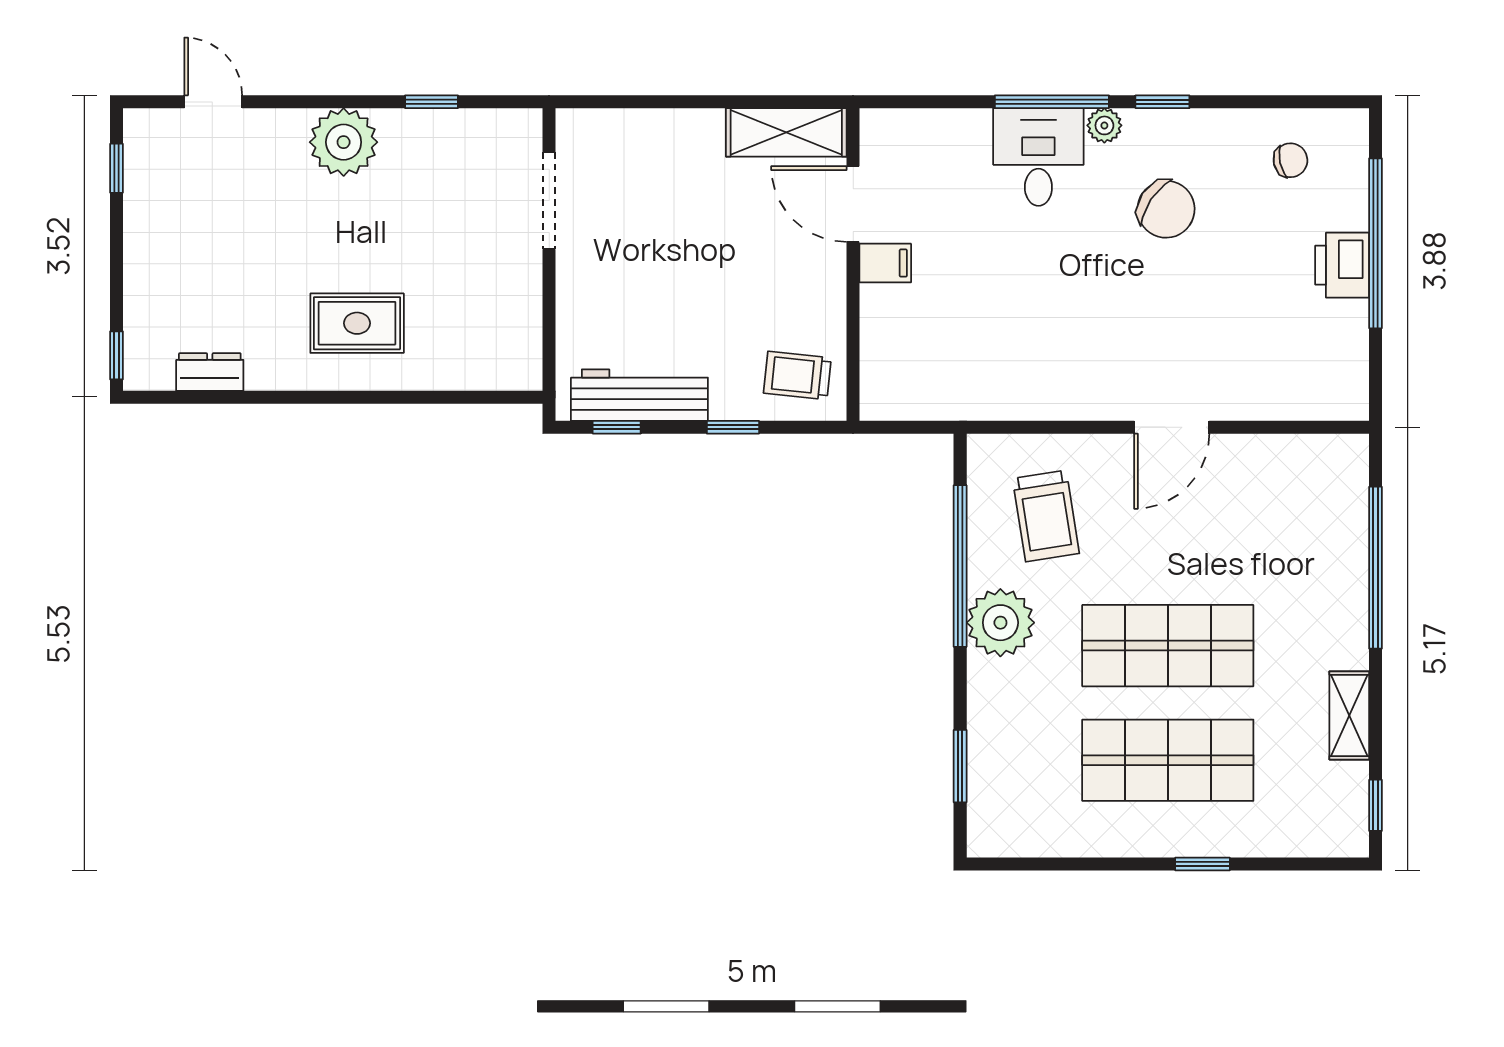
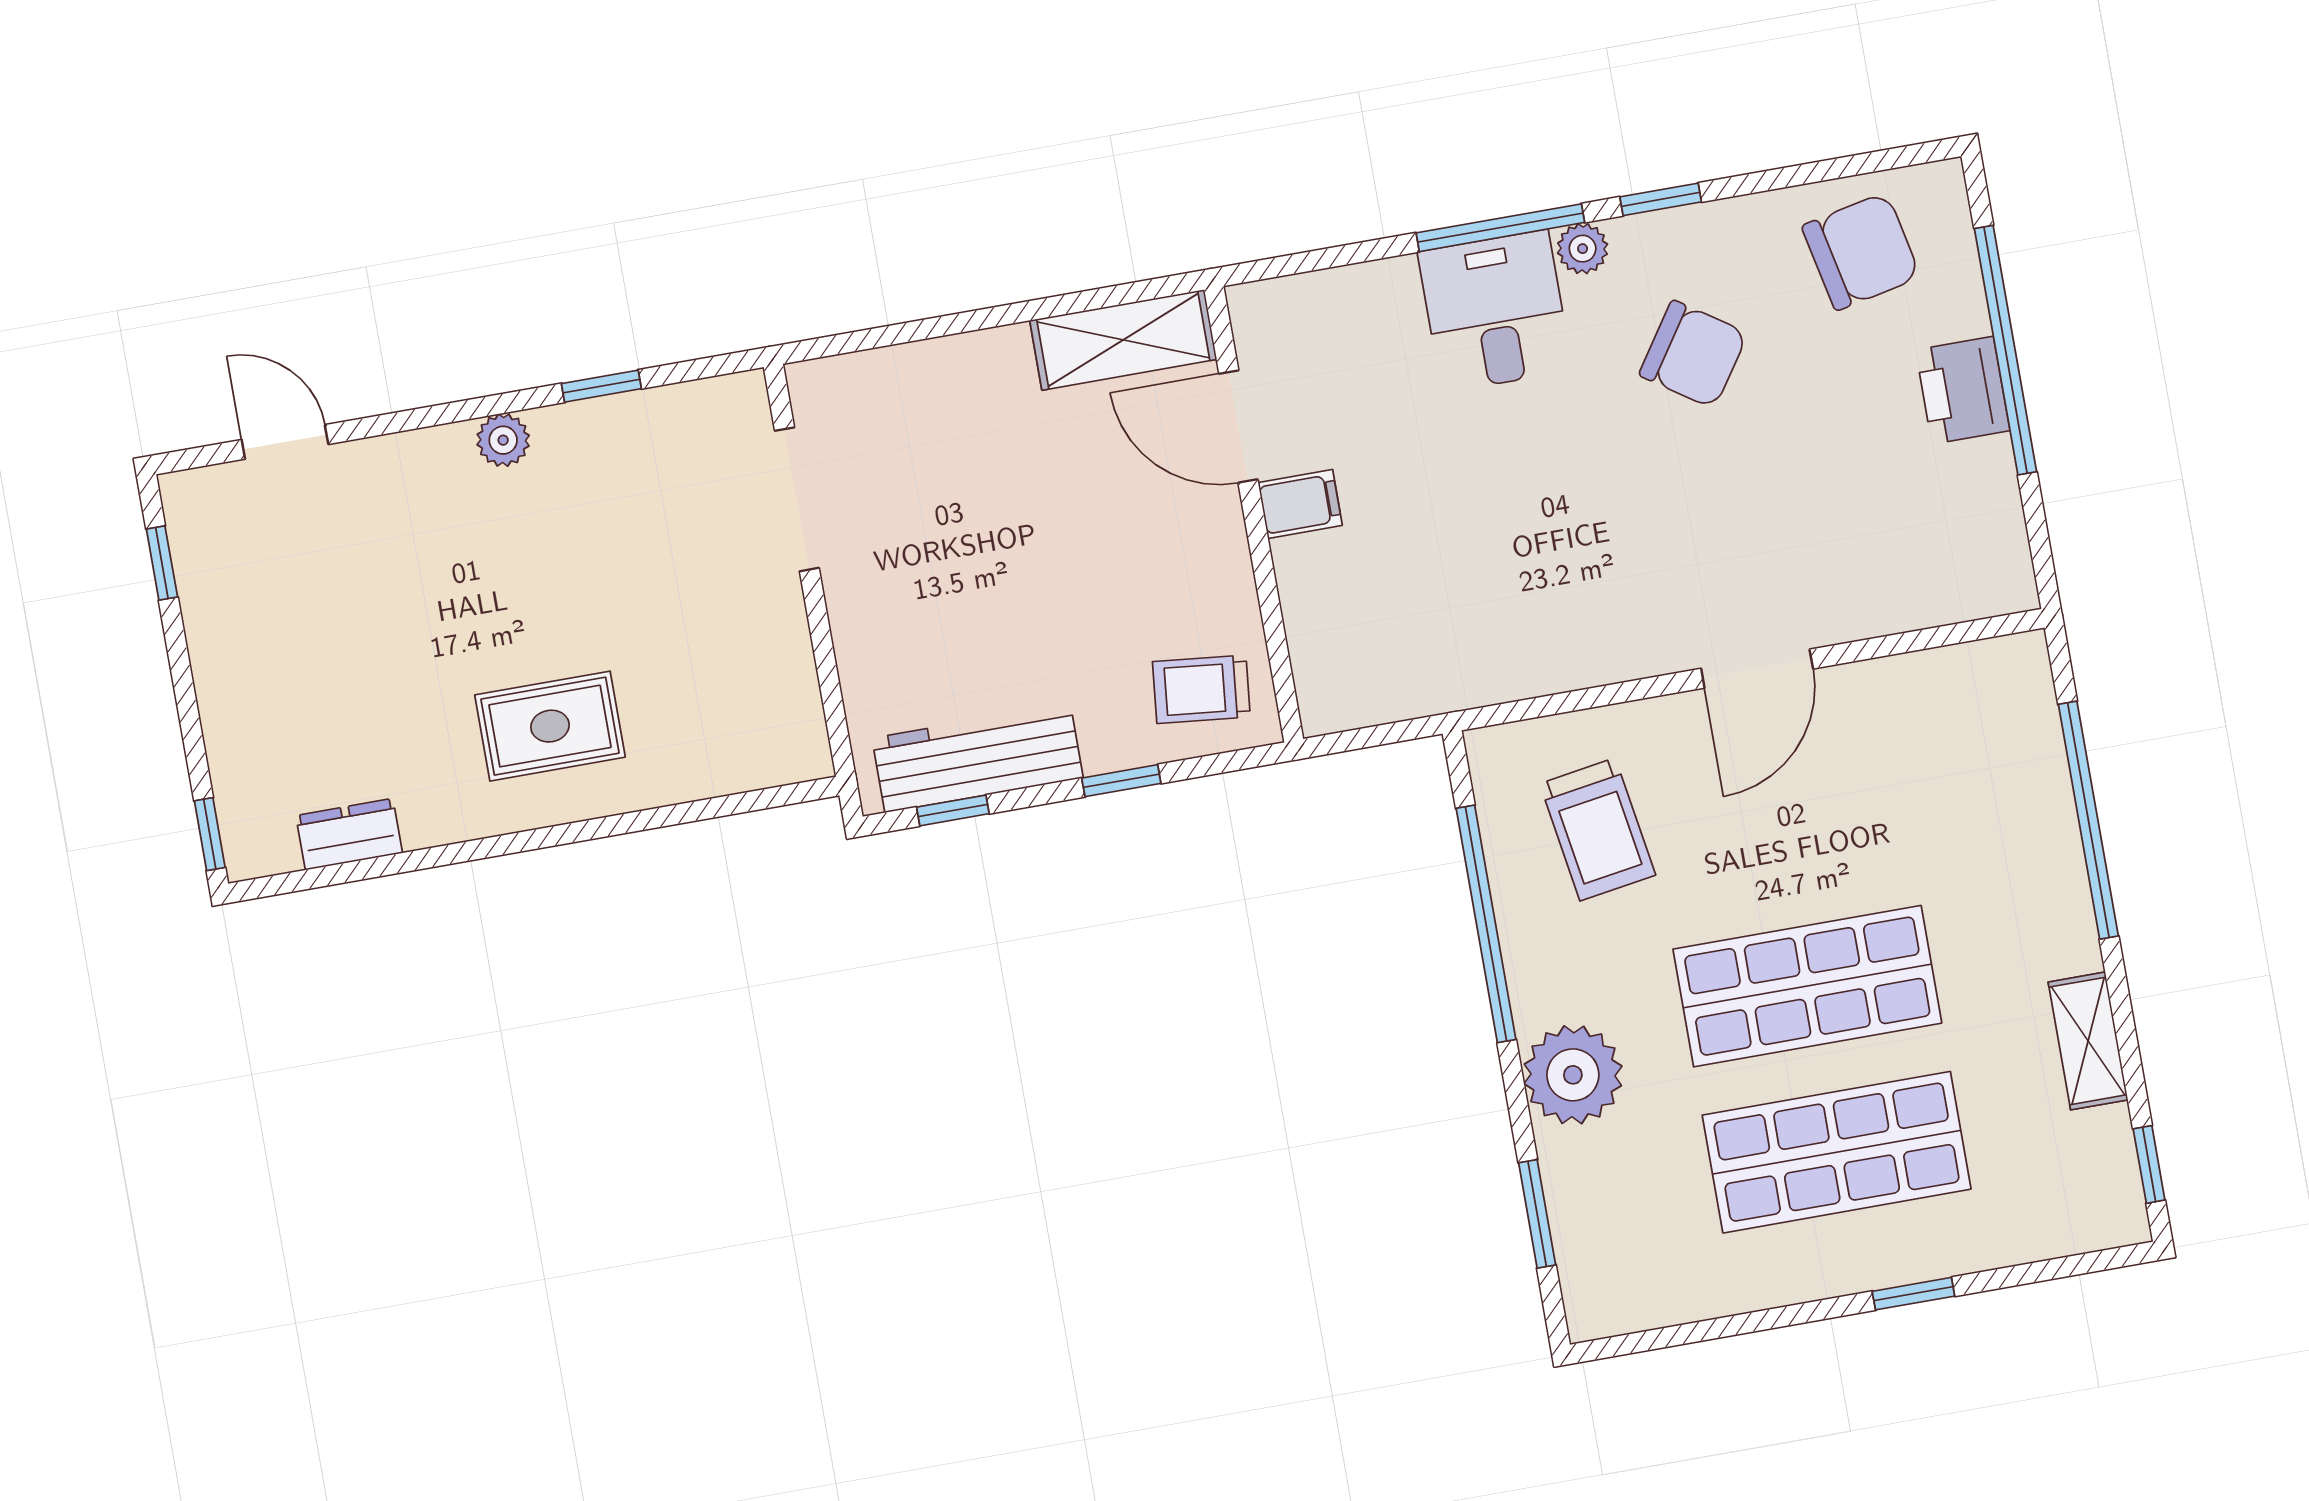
plant: (344, 142) -> (503, 440), width x0.53, depth x0.53
chair: (1290, 160) -> (1861, 251), width x1.87, depth x1.87
plant: (1000, 623) -> (1573, 1075), moved

